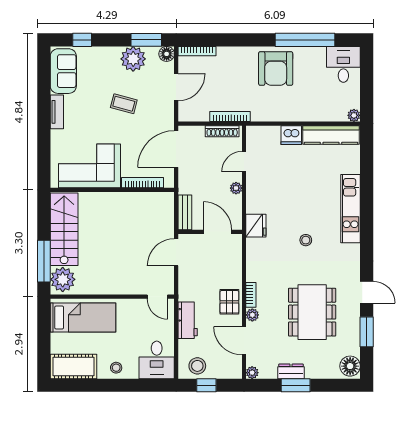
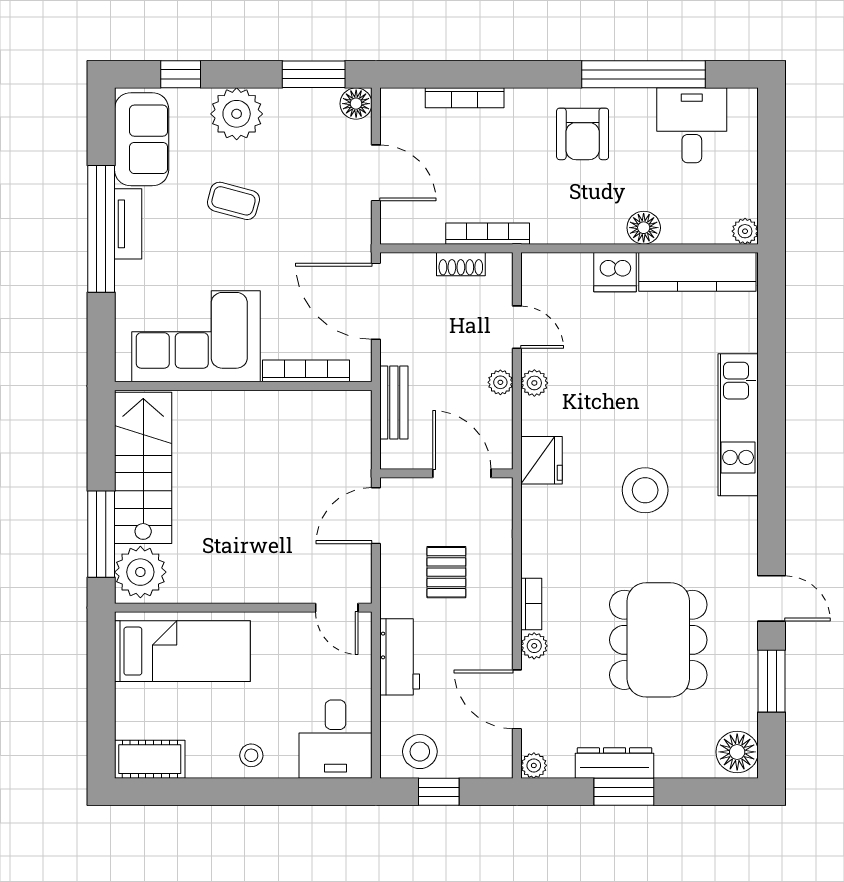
bookcase: (197, 51) -> (465, 98), moved
plant: (133, 59) -> (237, 114), moved
desk: (343, 64) -> (692, 125), moved
armchair: (276, 68) -> (583, 134), width x0.73, depth x0.73
door: (176, 87) -> (376, 173), hinge flipped
coffee table: (124, 104) -> (233, 201), moved
window: (44, 114) -> (101, 229), added
floor lamp: (305, 114) -> (644, 228), added
shoe rack: (222, 131) -> (461, 264), width x0.70
door: (176, 149) -> (376, 301), hinge flipped
door: (244, 162) -> (517, 327), swing flipped
plant: (252, 188) -> (534, 383), added
bench: (185, 212) -> (394, 402), moved
stool: (306, 240) -> (645, 490), width x1.89, depth x1.89
pallet: (229, 302) -> (446, 572), moved
cot: (74, 366) -> (150, 759), width x0.73, depth x0.75
dresser: (291, 371) -> (615, 763), width x1.44

